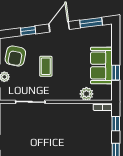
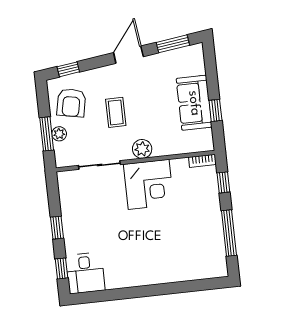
window: (28, 31) -> (68, 69), moved
plant: (86, 94) -> (142, 149), moved
corner desk: (63, 119) -> (149, 184), added

